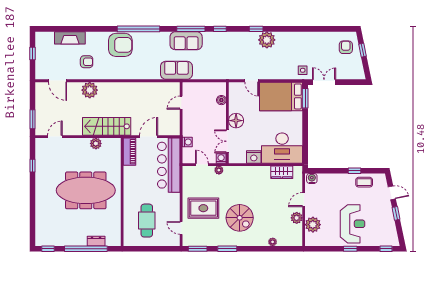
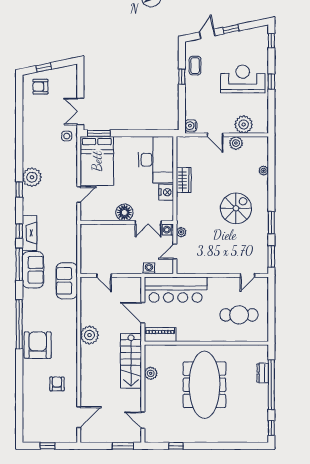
fireplace: (70, 38) -> (29, 233), moved
plant: (90, 90) -> (89, 335), moved
boiler: (221, 100) -> (101, 229), removed
wardrobe: (282, 172) -> (184, 180), moved
rug: (203, 208) -> (225, 250), removed

